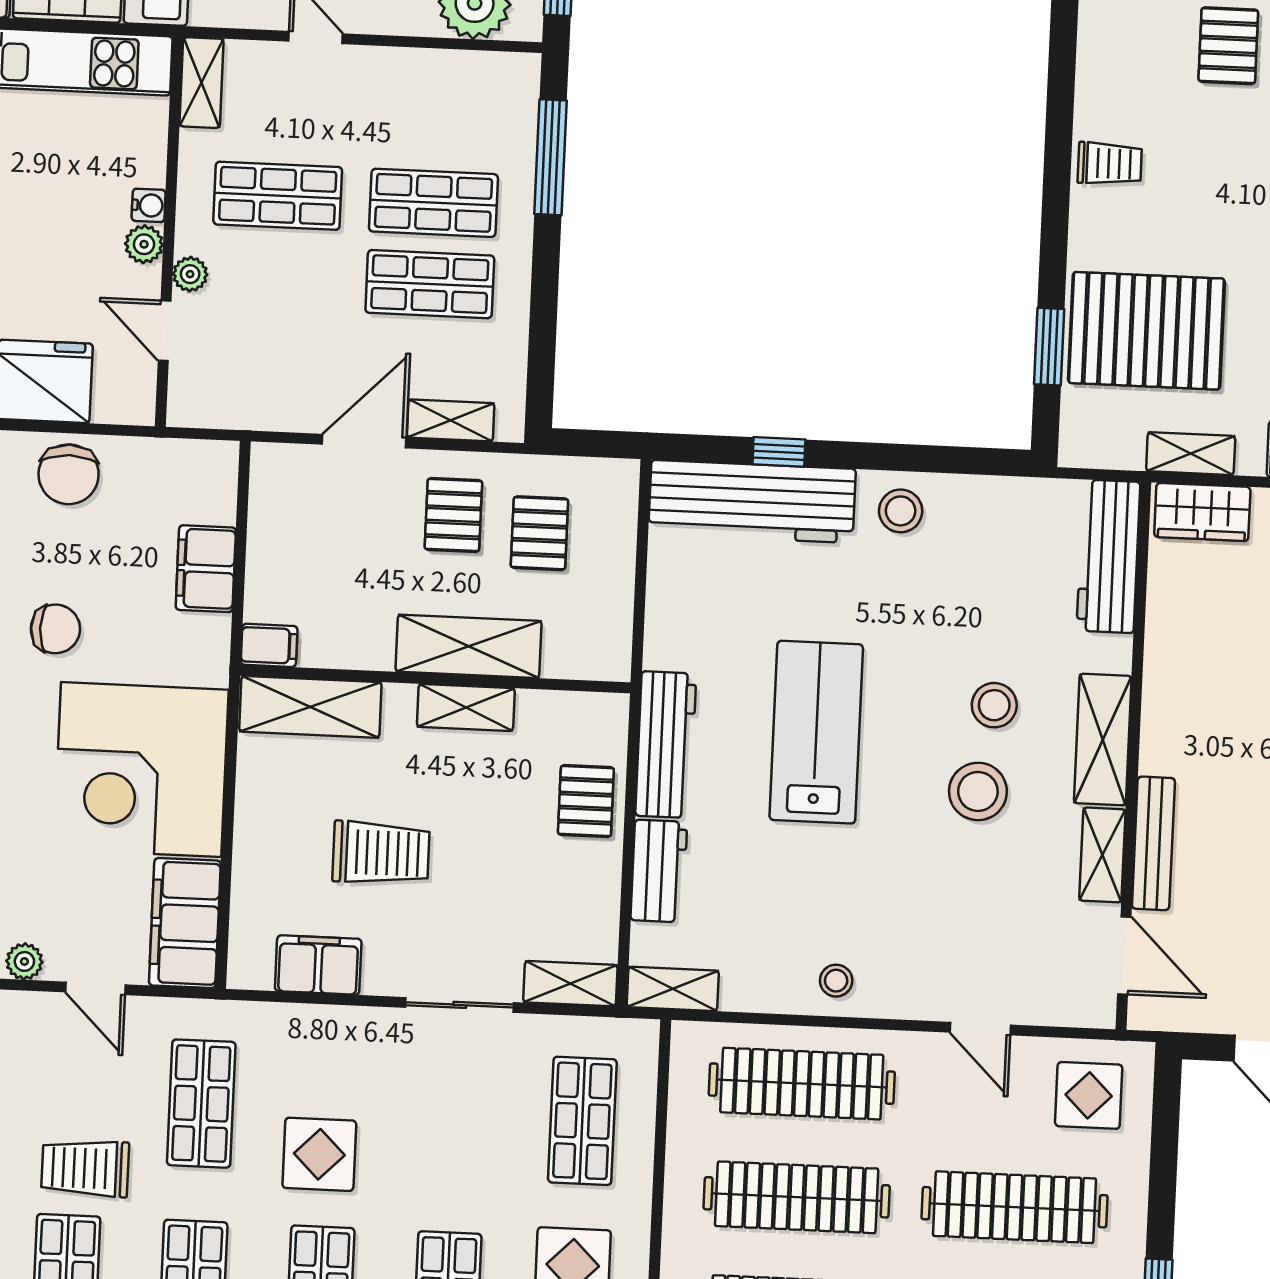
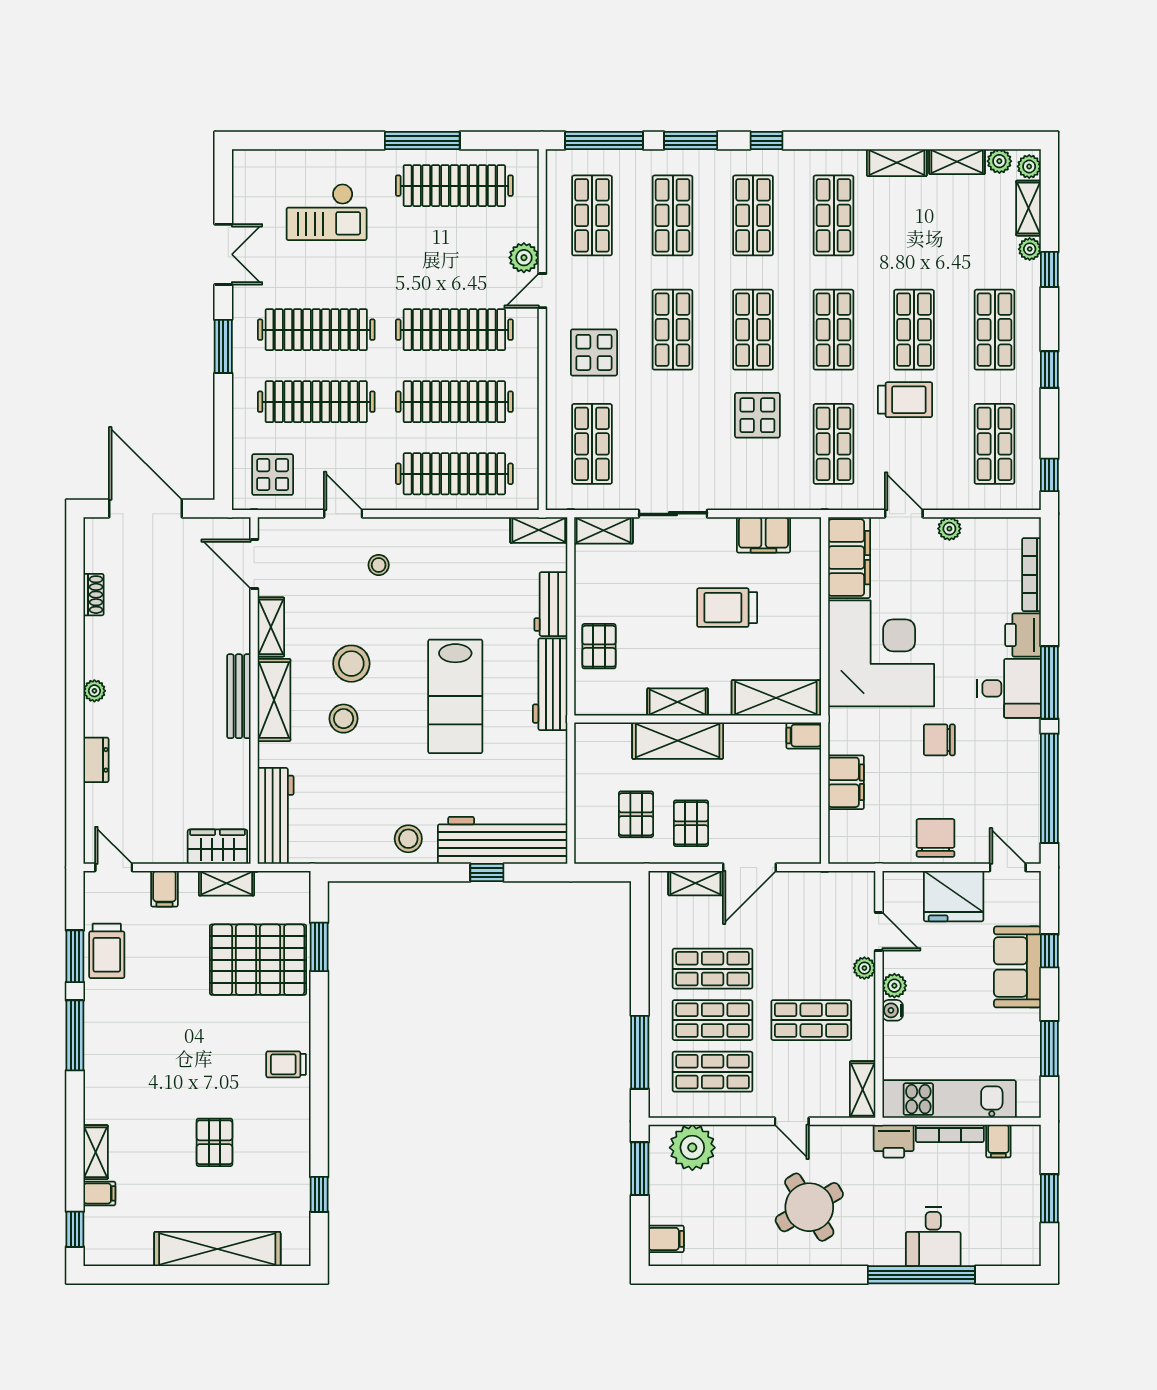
shop shelf: (437, 122) -> (713, 1072), added
bench: (1153, 843) -> (239, 696), moved
stool: (836, 981) -> (379, 565), moved

